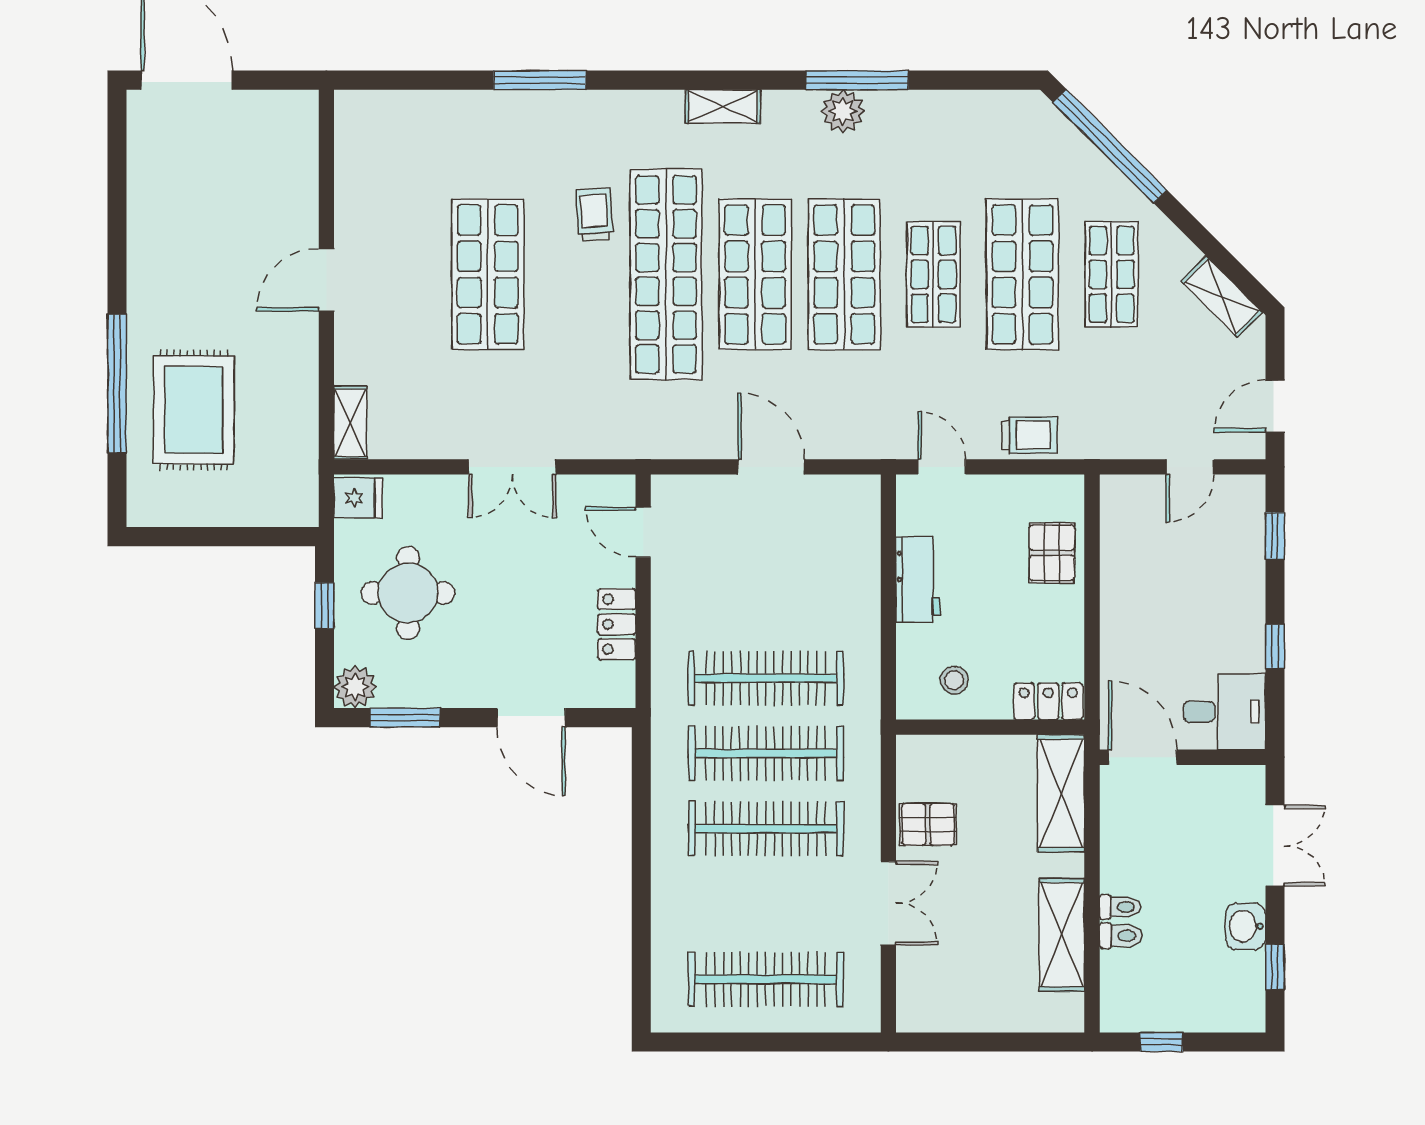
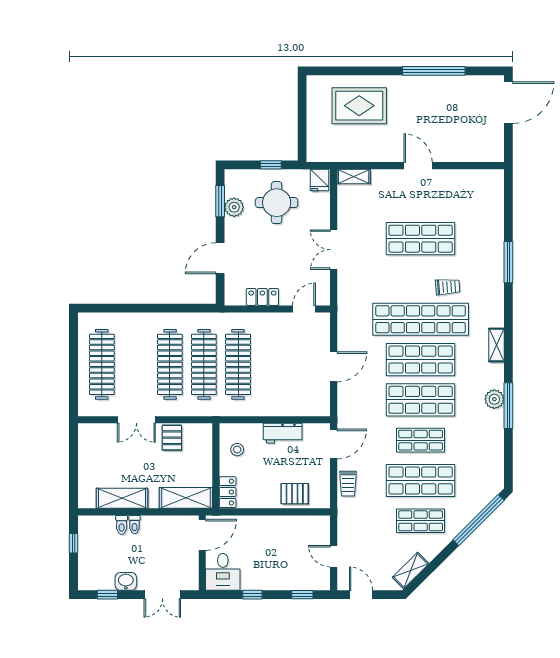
window: (117, 384) -> (434, 71), moved
door: (942, 467) -> (334, 444), width x1.38
plant: (355, 687) -> (234, 207), moved

